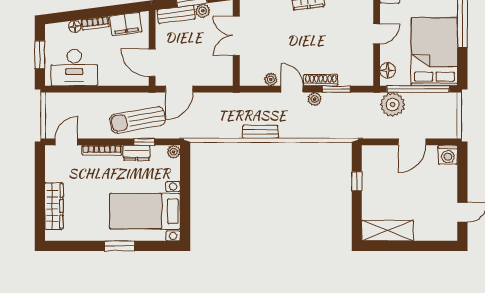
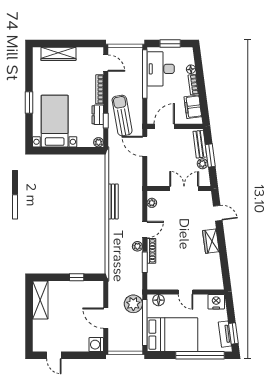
plant: (271, 79) -> (152, 203), moved
window: (81, 89) -> (145, 74), added
bench: (260, 132) -> (113, 201), width x1.36

